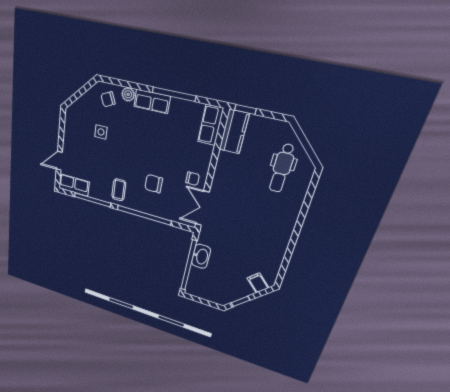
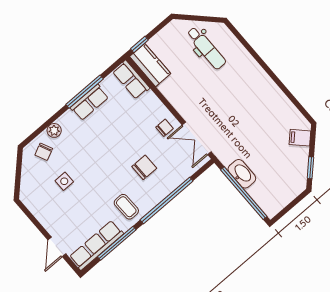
row of seats: (152, 101) -> (89, 102), moved
chair: (154, 184) -> (144, 167), turned 180
row of seats: (74, 185) -> (96, 245), width x1.48

